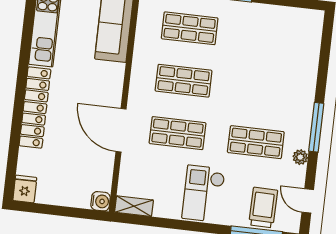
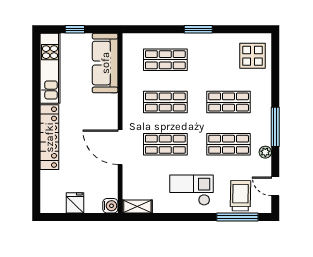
display table: (298, 36) -> (253, 56), added
shop shelf: (262, 90) -> (229, 102), added
fridge: (25, 189) -> (75, 203), moved
checkout: (204, 194) -> (192, 190), turned 90

